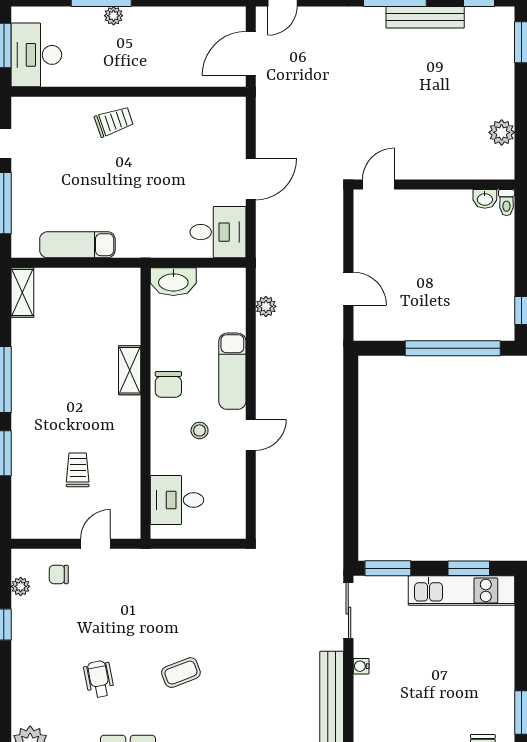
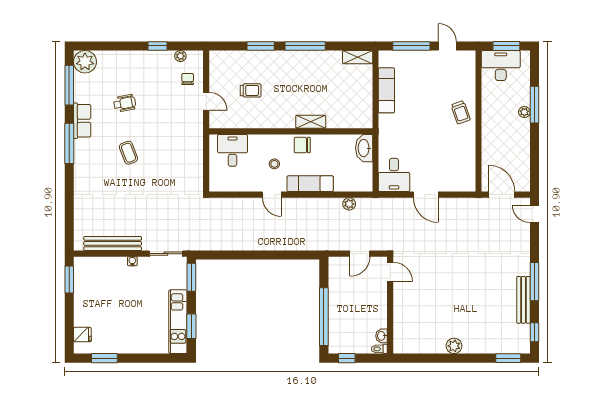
door: (378, 185) -> (390, 272), moved
wall: (434, 185) -> (390, 305), moved
washbasin: (485, 199) -> (382, 336), moved
toilet: (507, 203) -> (379, 349), moved

